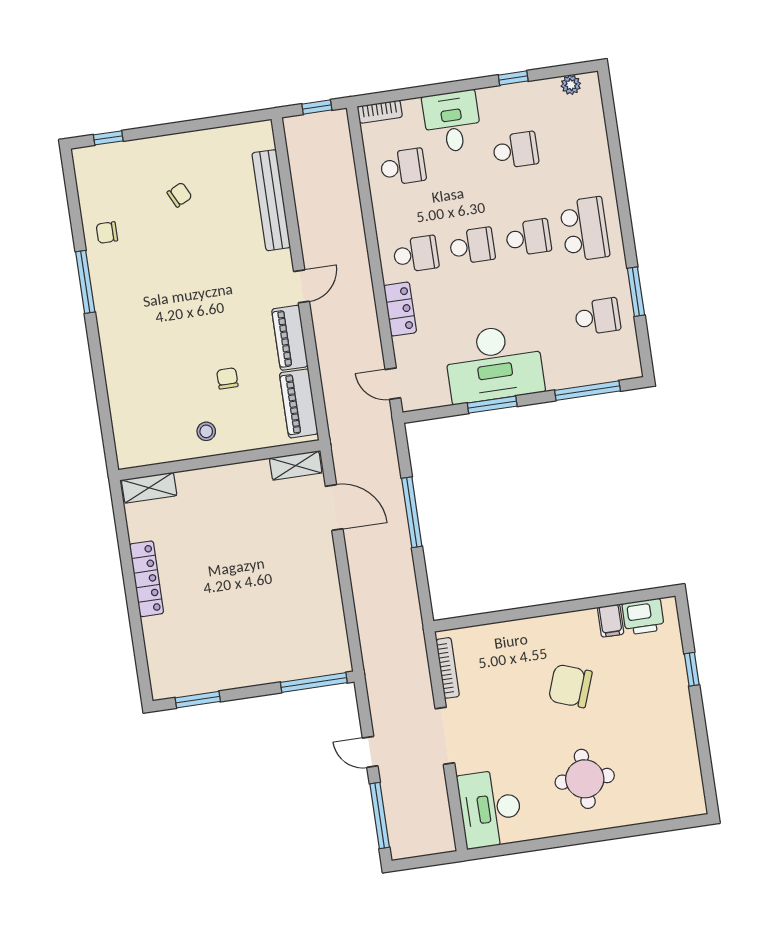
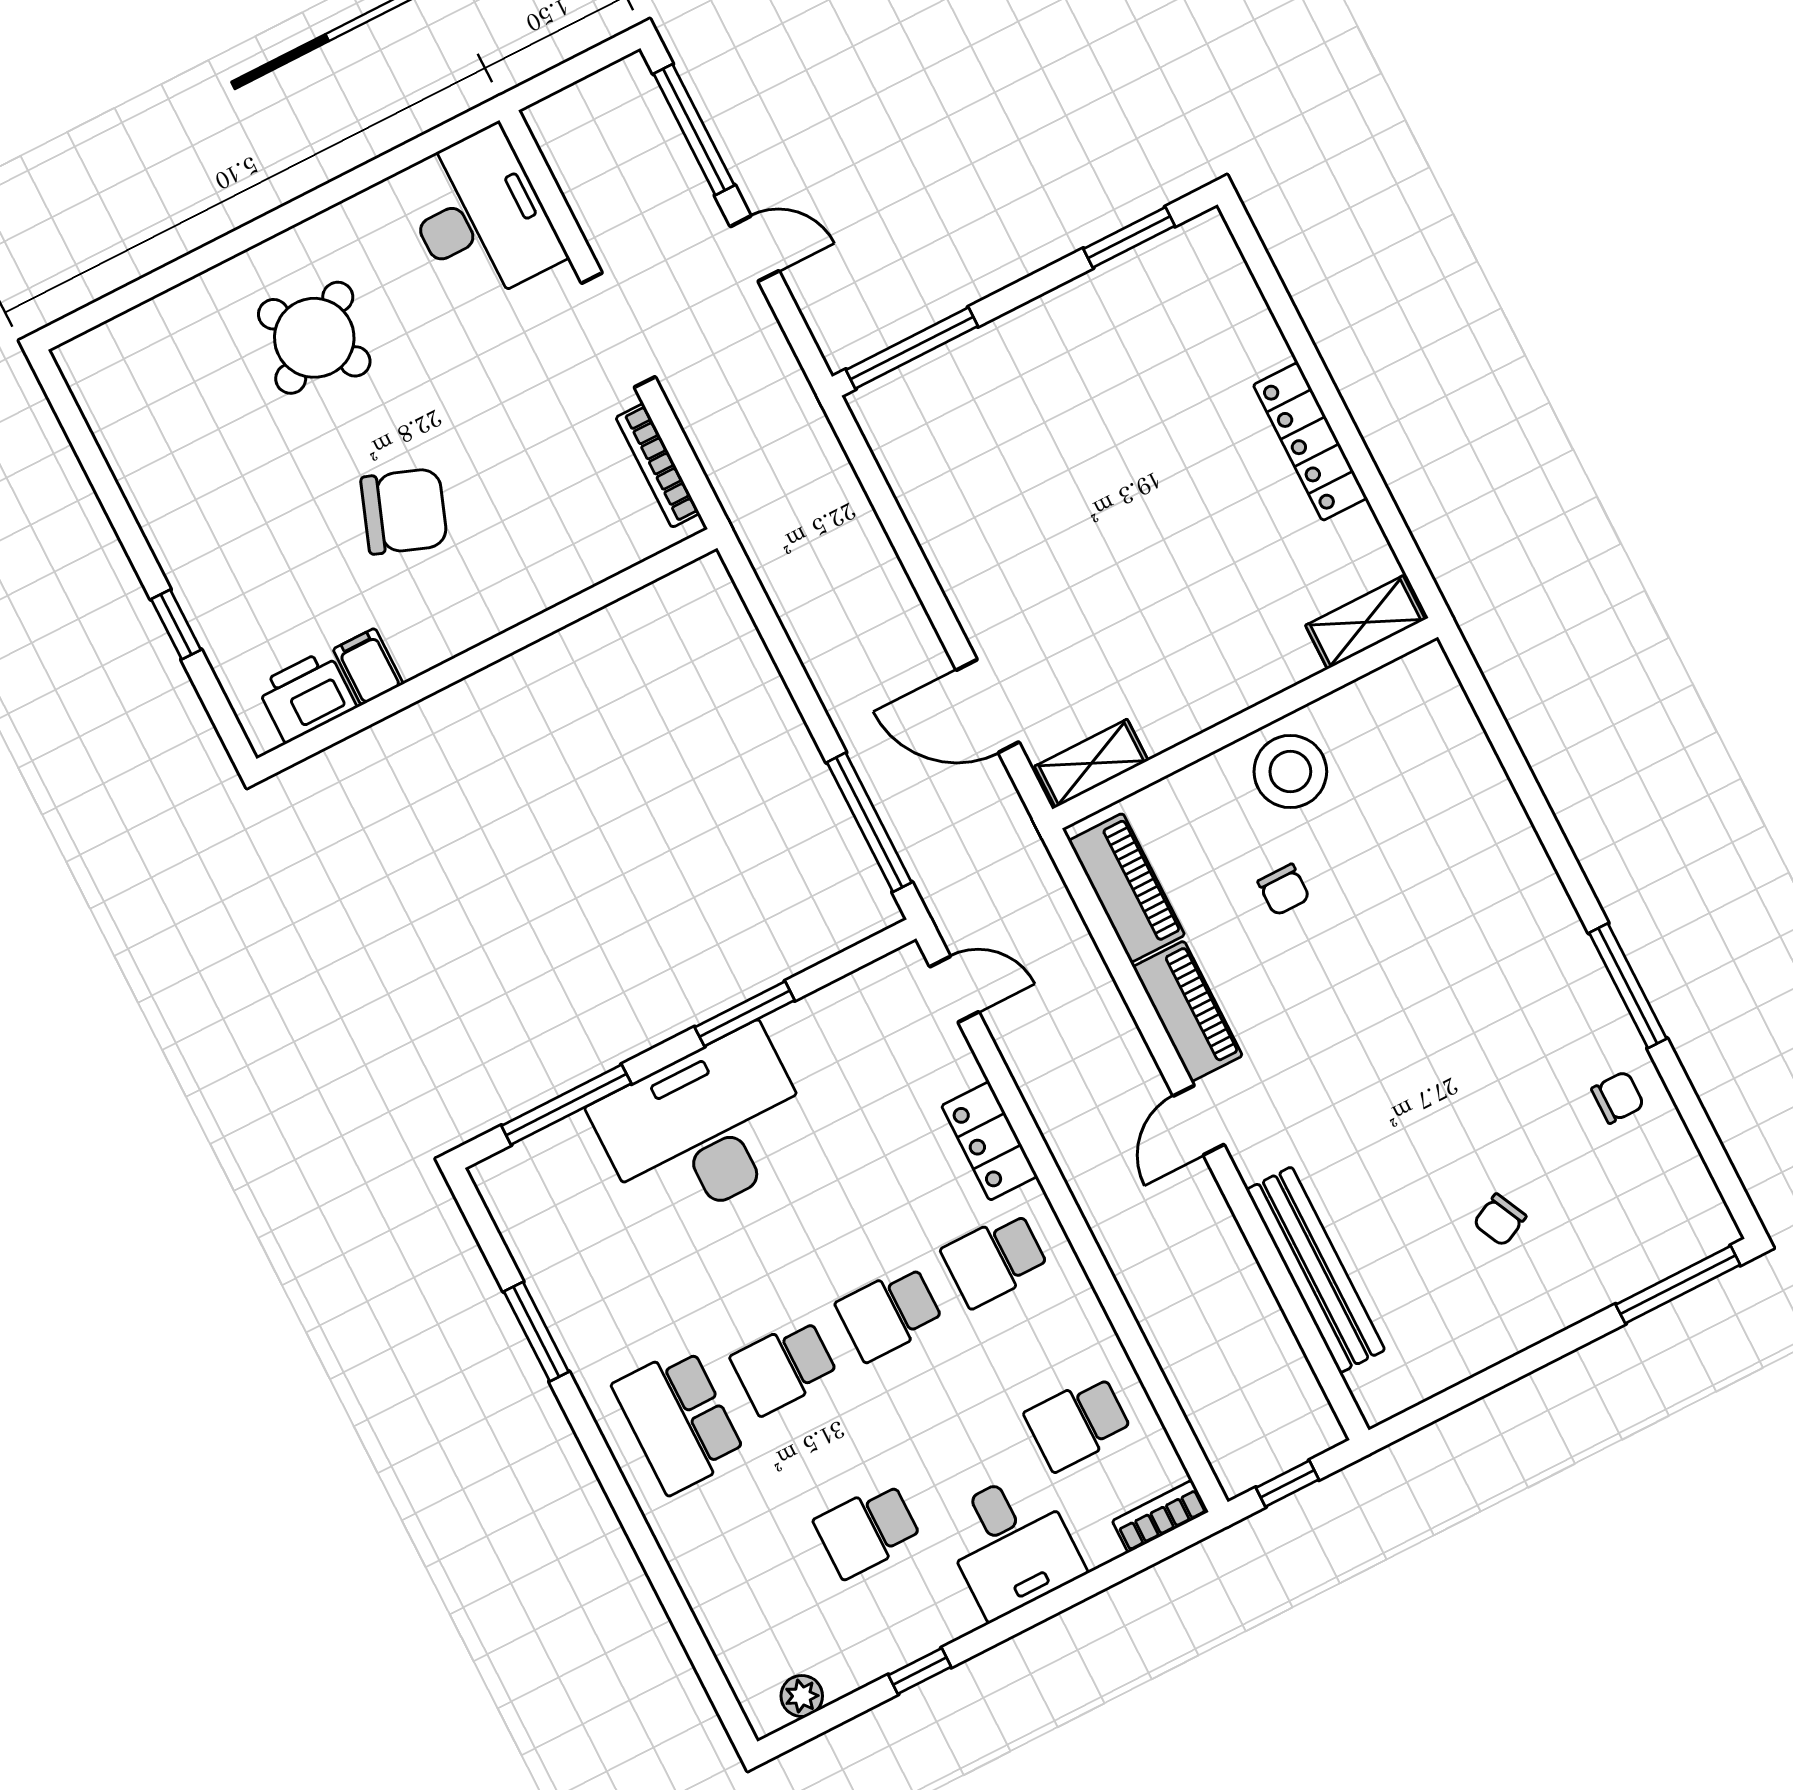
window: (108, 138) -> (1678, 1285), width x2.17
school desk: (597, 317) -> (596, 1257), removed
desk: (494, 364) -> (705, 1128), moved
stool: (206, 431) -> (1290, 772), width x1.89, depth x1.89
window: (412, 512) -> (869, 822), moved
round table: (585, 779) -> (314, 338), turned -33

